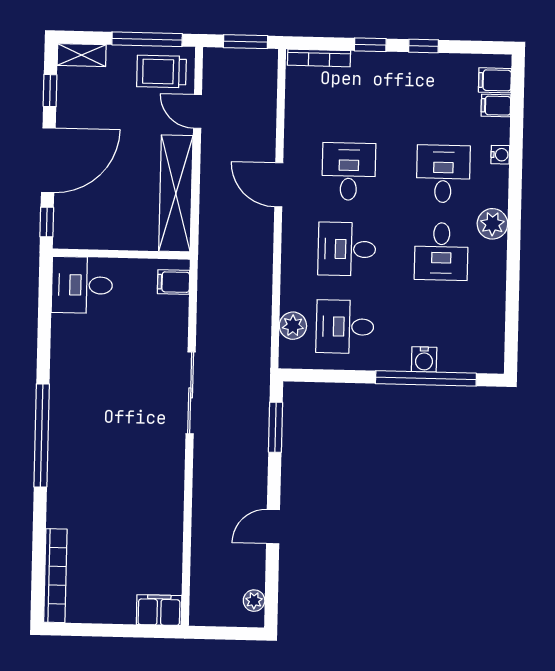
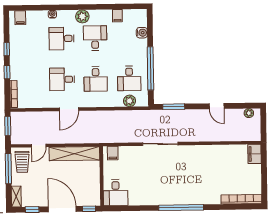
filing cabinet: (496, 106) -> (117, 16), moved
desk: (441, 251) -> (95, 38), turned -90
water cooler: (424, 359) -> (142, 33), moved
window: (426, 378) -> (150, 68), moved

